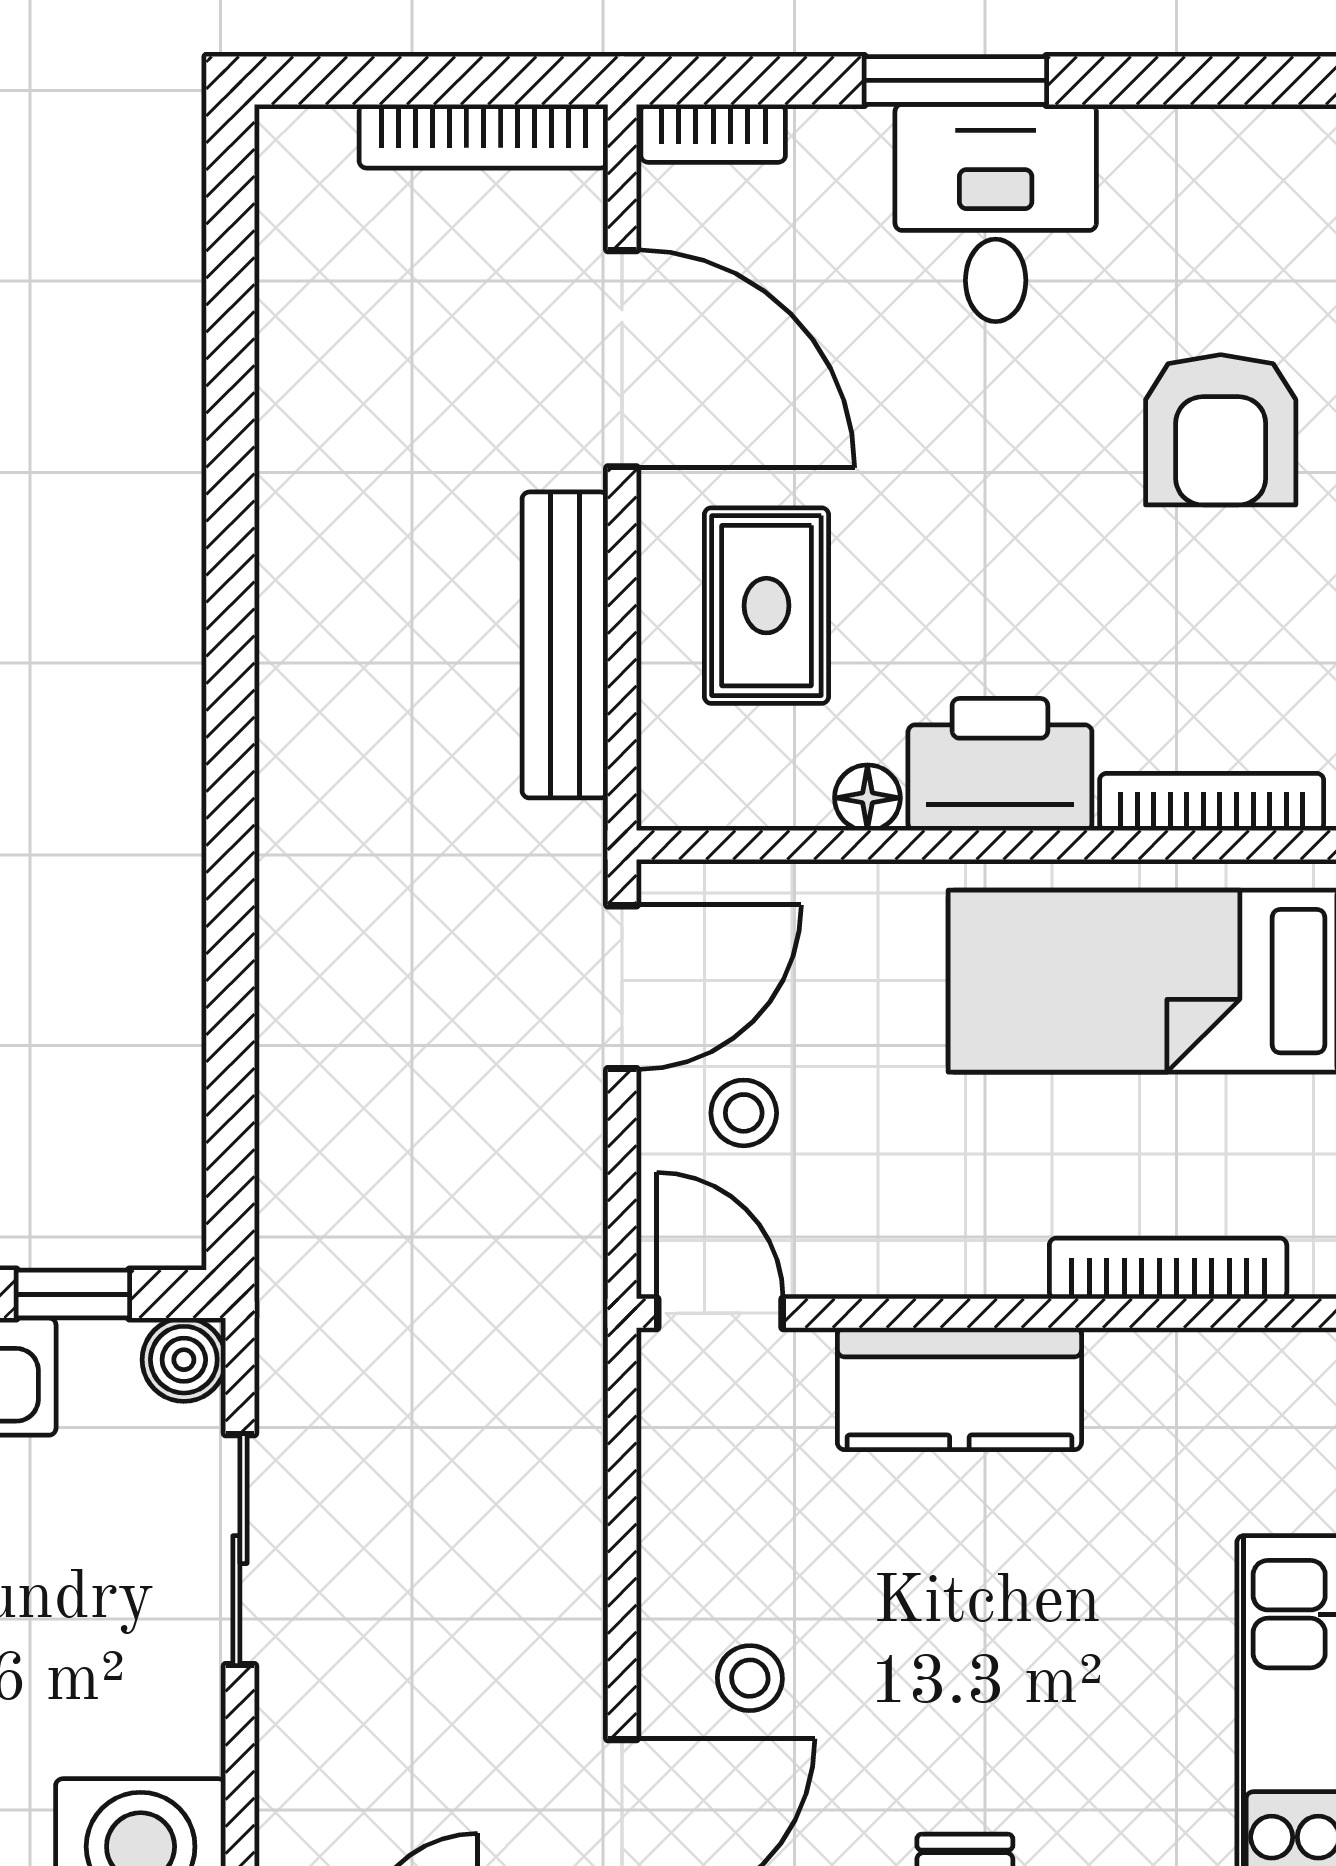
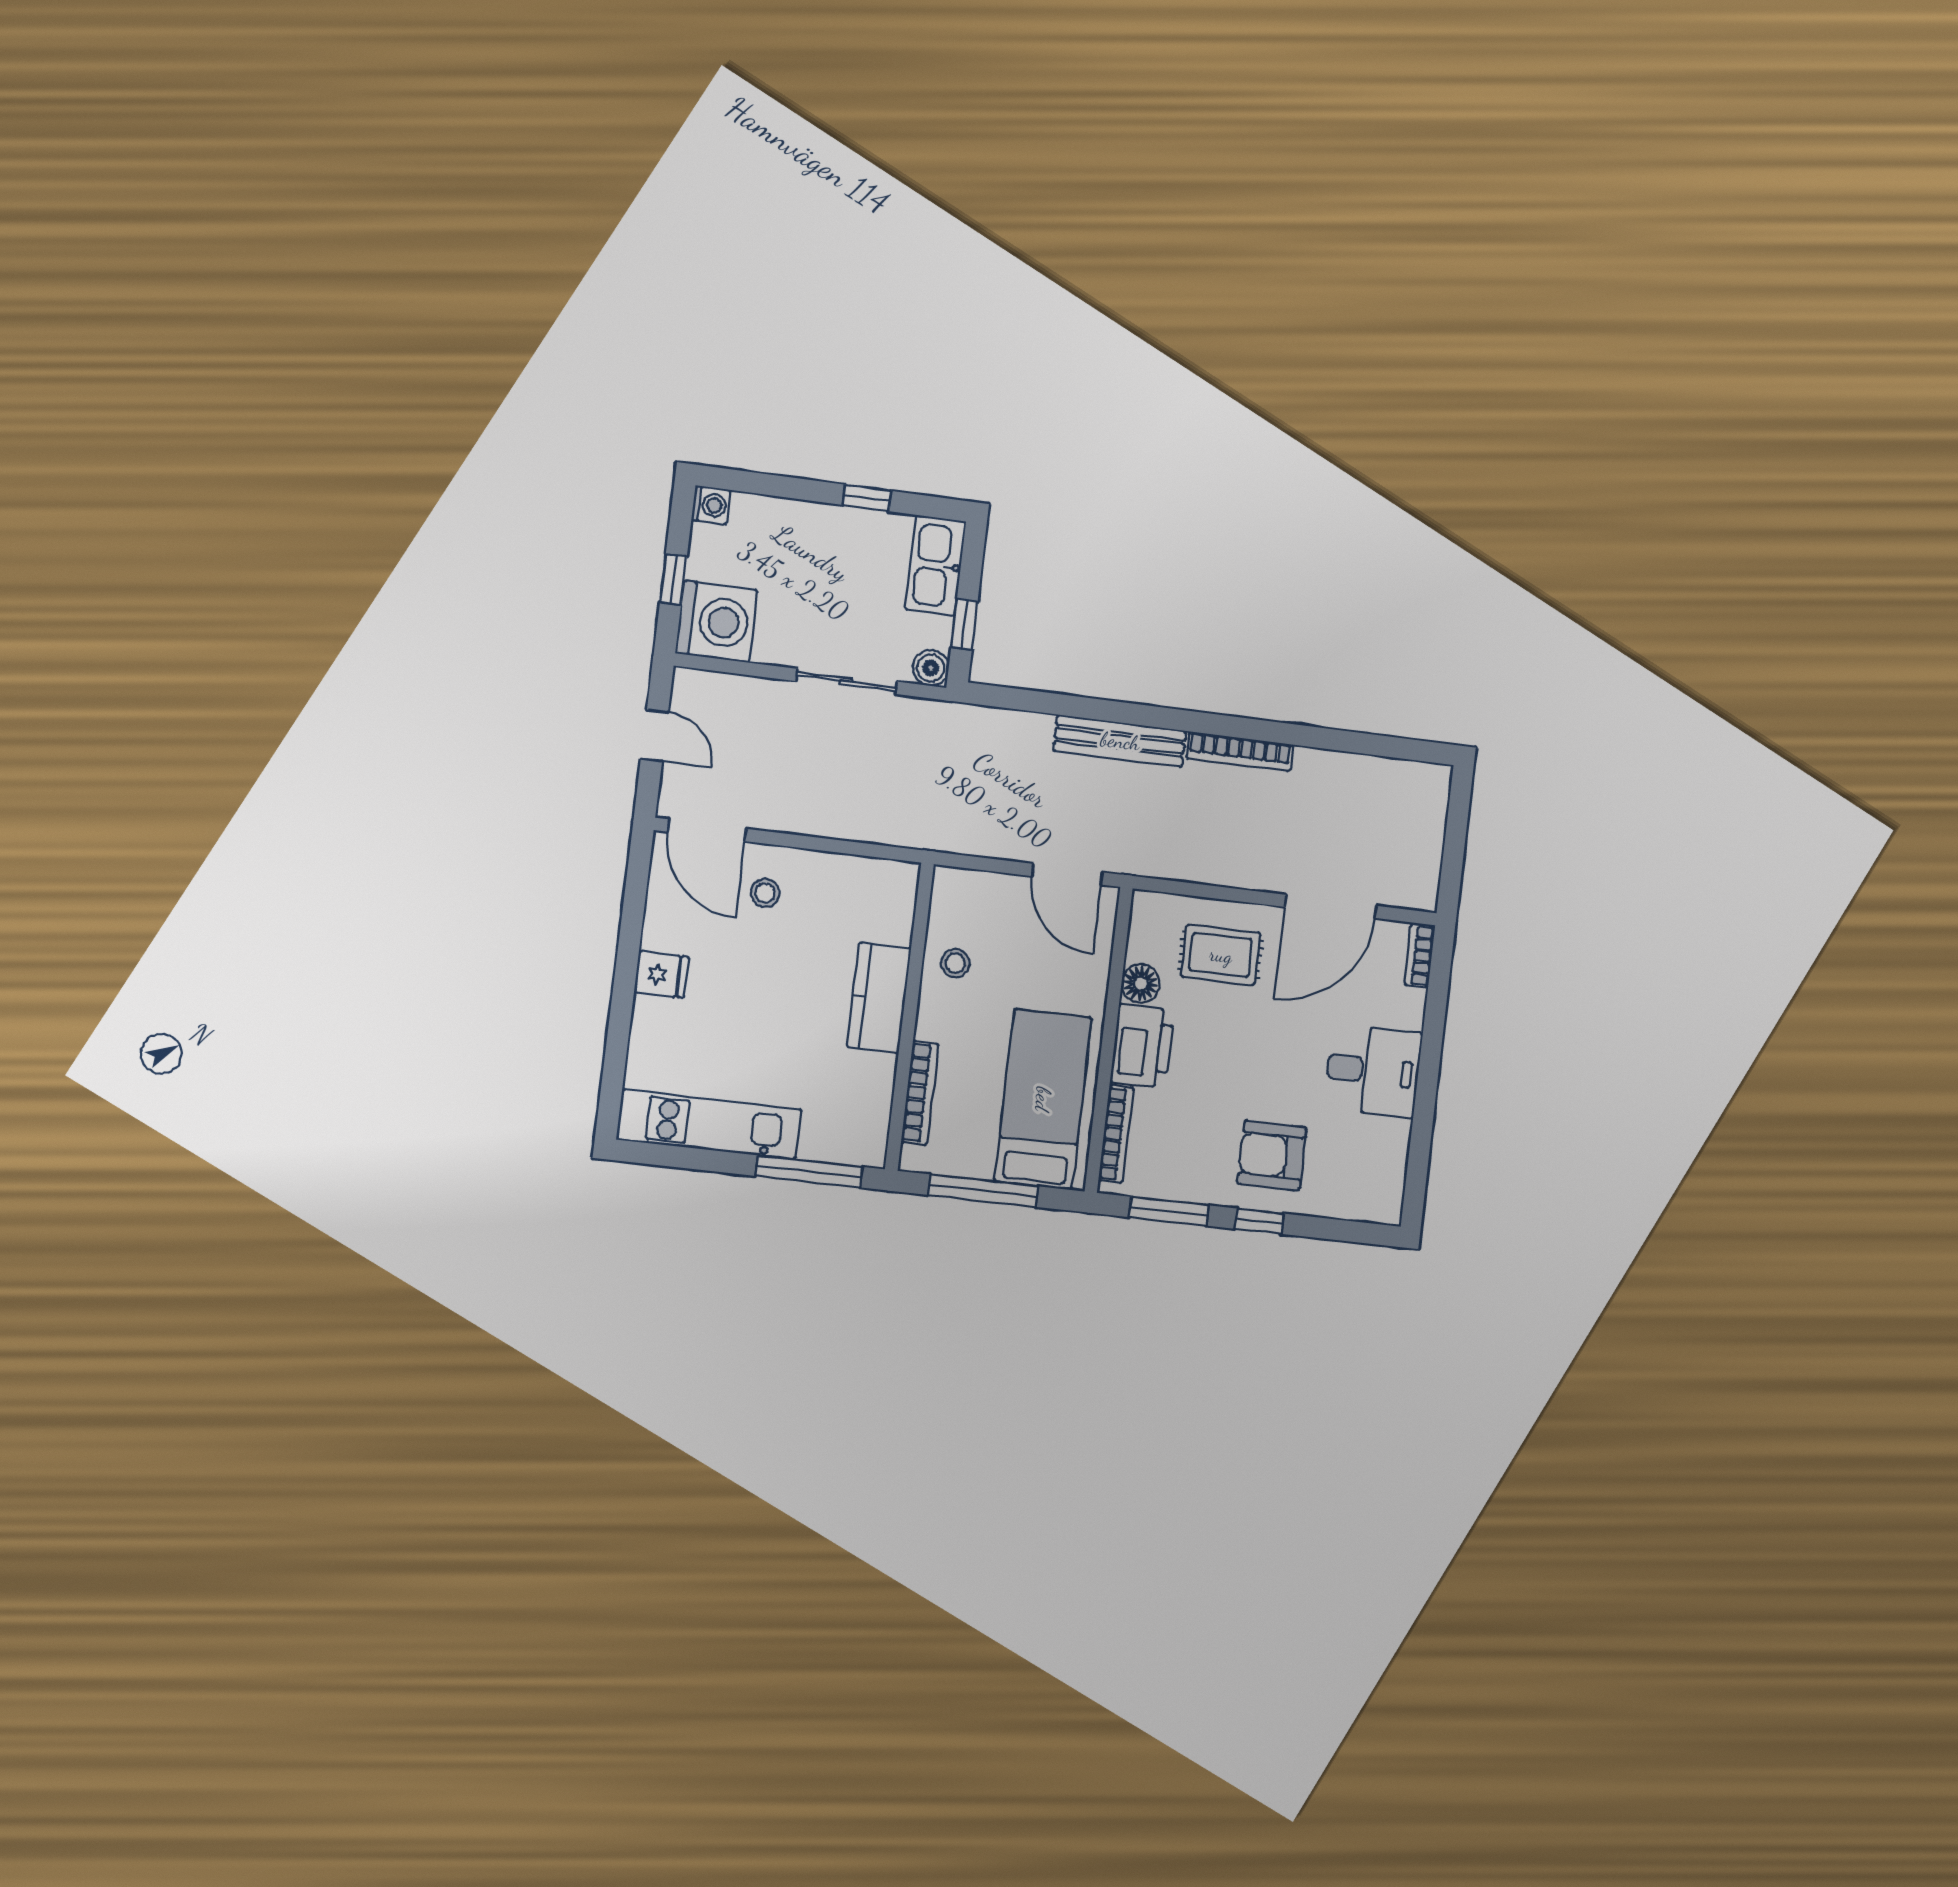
window: (955, 80) -> (1430, 1060), removed
bookcase: (483, 136) -> (1240, 751), moved, turned -90
bench: (565, 645) -> (1120, 741), moved
floor lamp: (867, 798) -> (1141, 983), width x1.37, depth x1.37
stool: (744, 1113) -> (955, 963), moved
door: (720, 1313) -> (923, 899), removed

